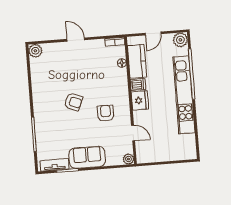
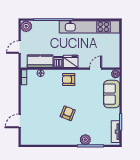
door: (153, 33) -> (20, 47), swing flipped
door: (76, 40) -> (20, 121), moved
plant: (35, 51) -> (85, 140), moved
kitchen unit: (184, 95) -> (90, 27), moved
armchair: (106, 113) -> (69, 80), moved
sofa: (87, 157) -> (112, 94), moved

